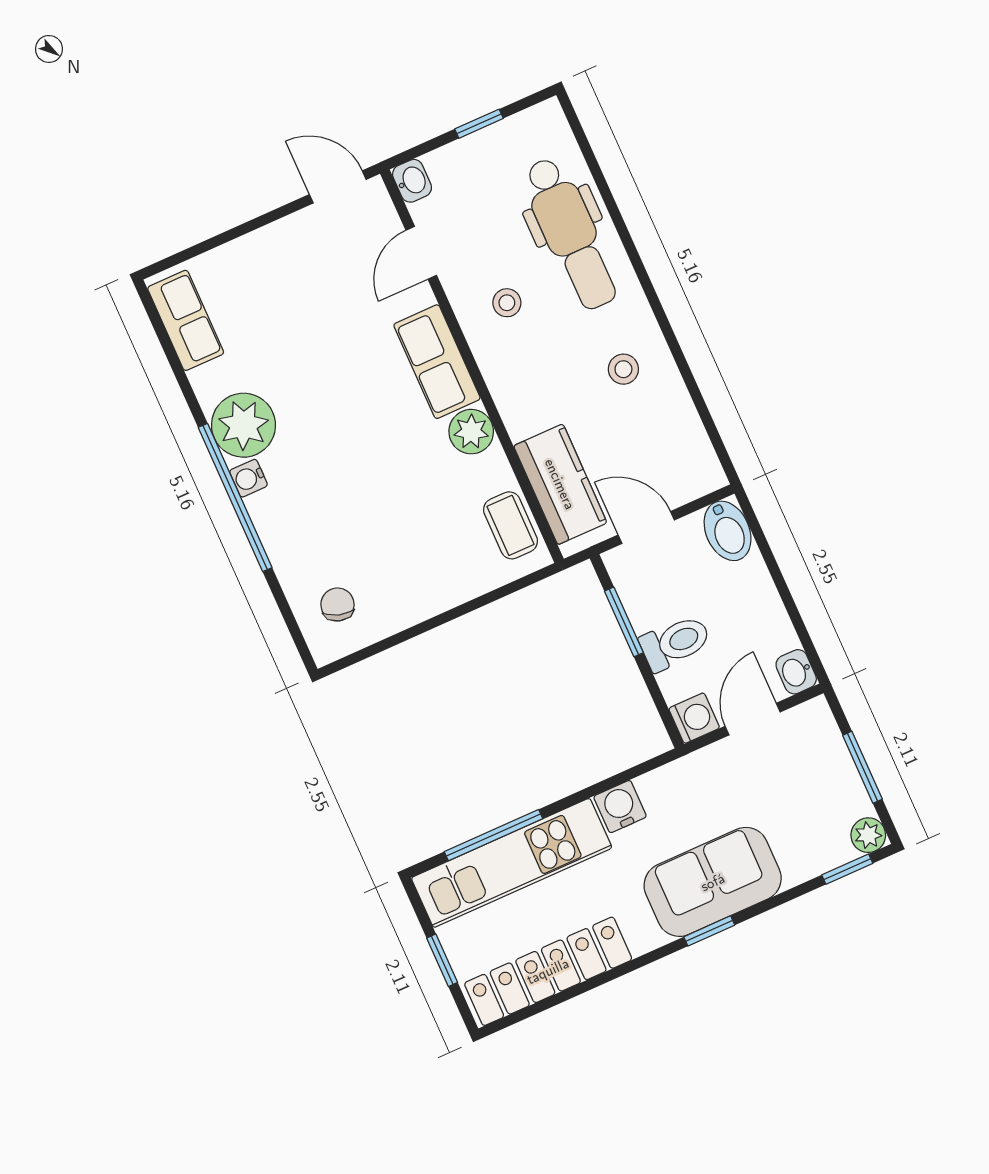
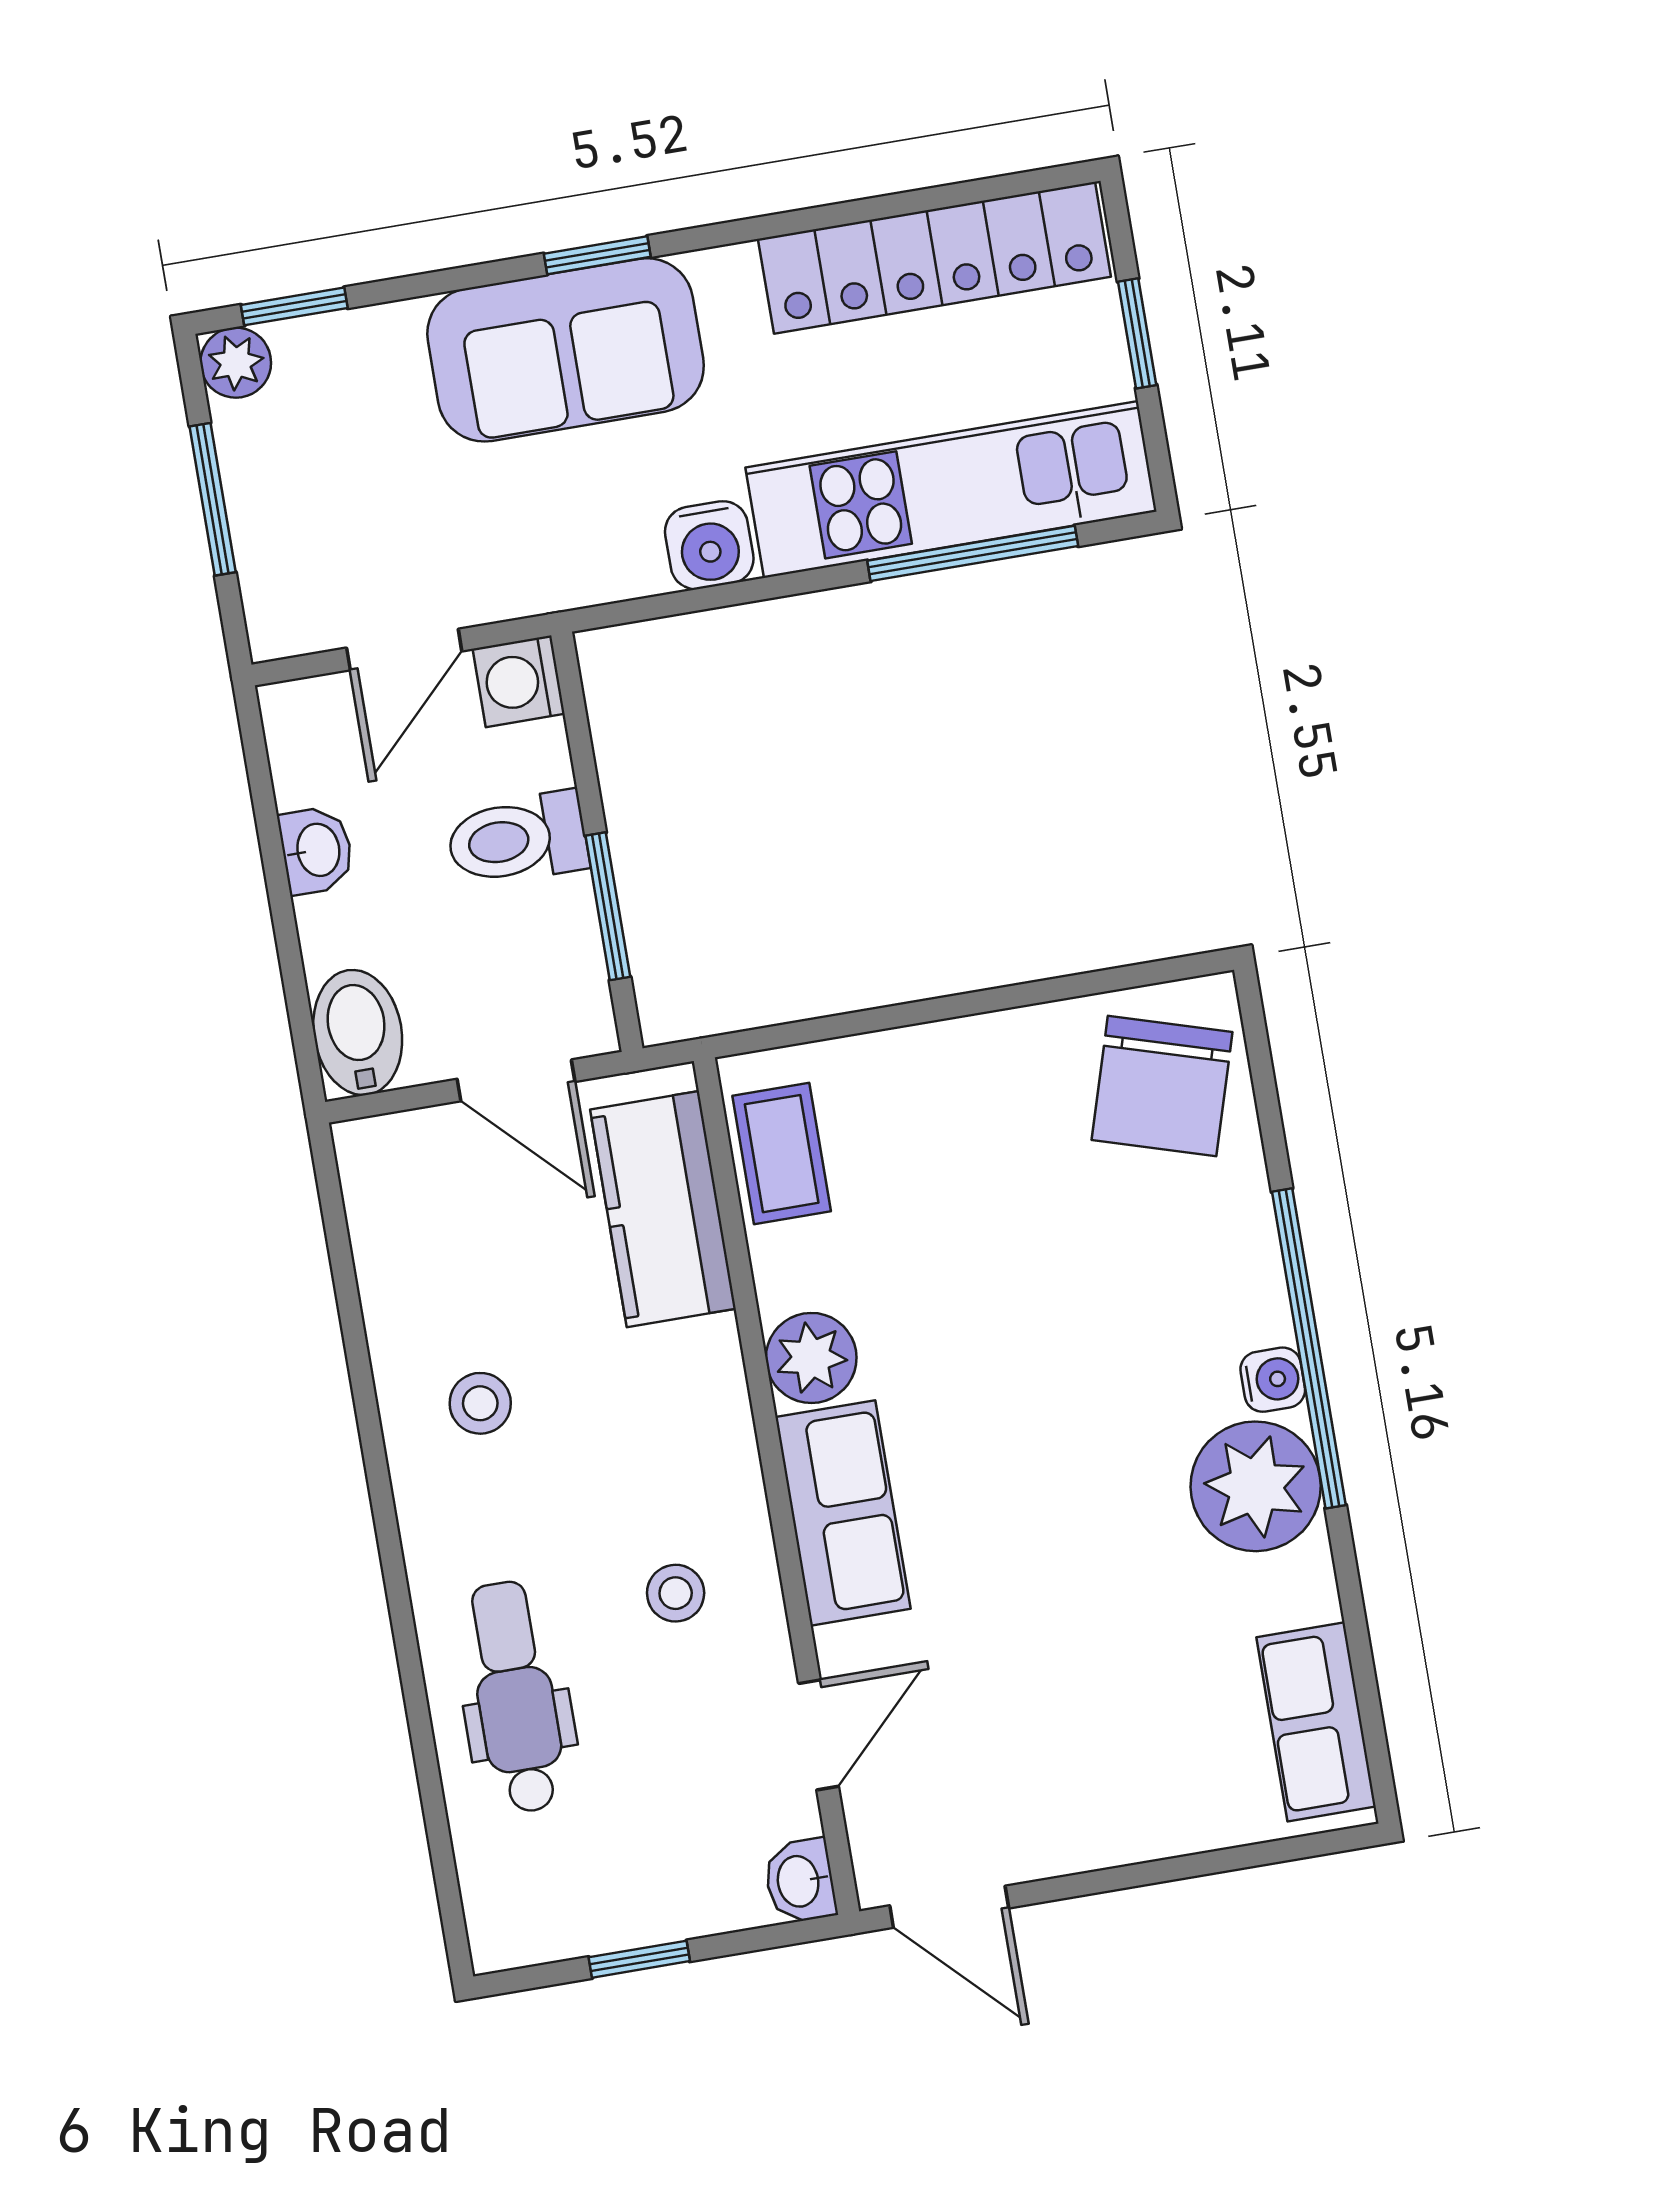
dental chair: (570, 234) -> (516, 1697), width x0.73, depth x0.72
chair: (337, 605) -> (1162, 1086), width x1.87, depth x1.87
washbasin: (796, 672) -> (316, 850), moved

